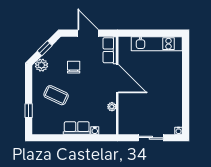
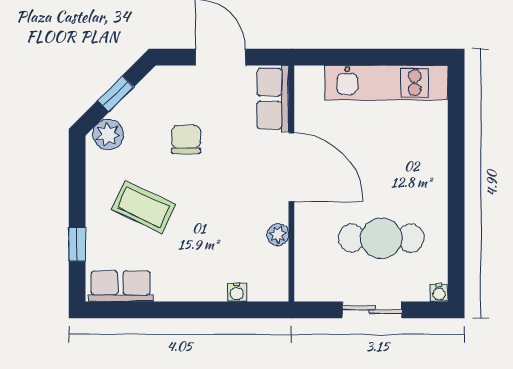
cafe table: (155, 108) -> (381, 238), added
row of seats: (77, 128) -> (121, 286), moved

